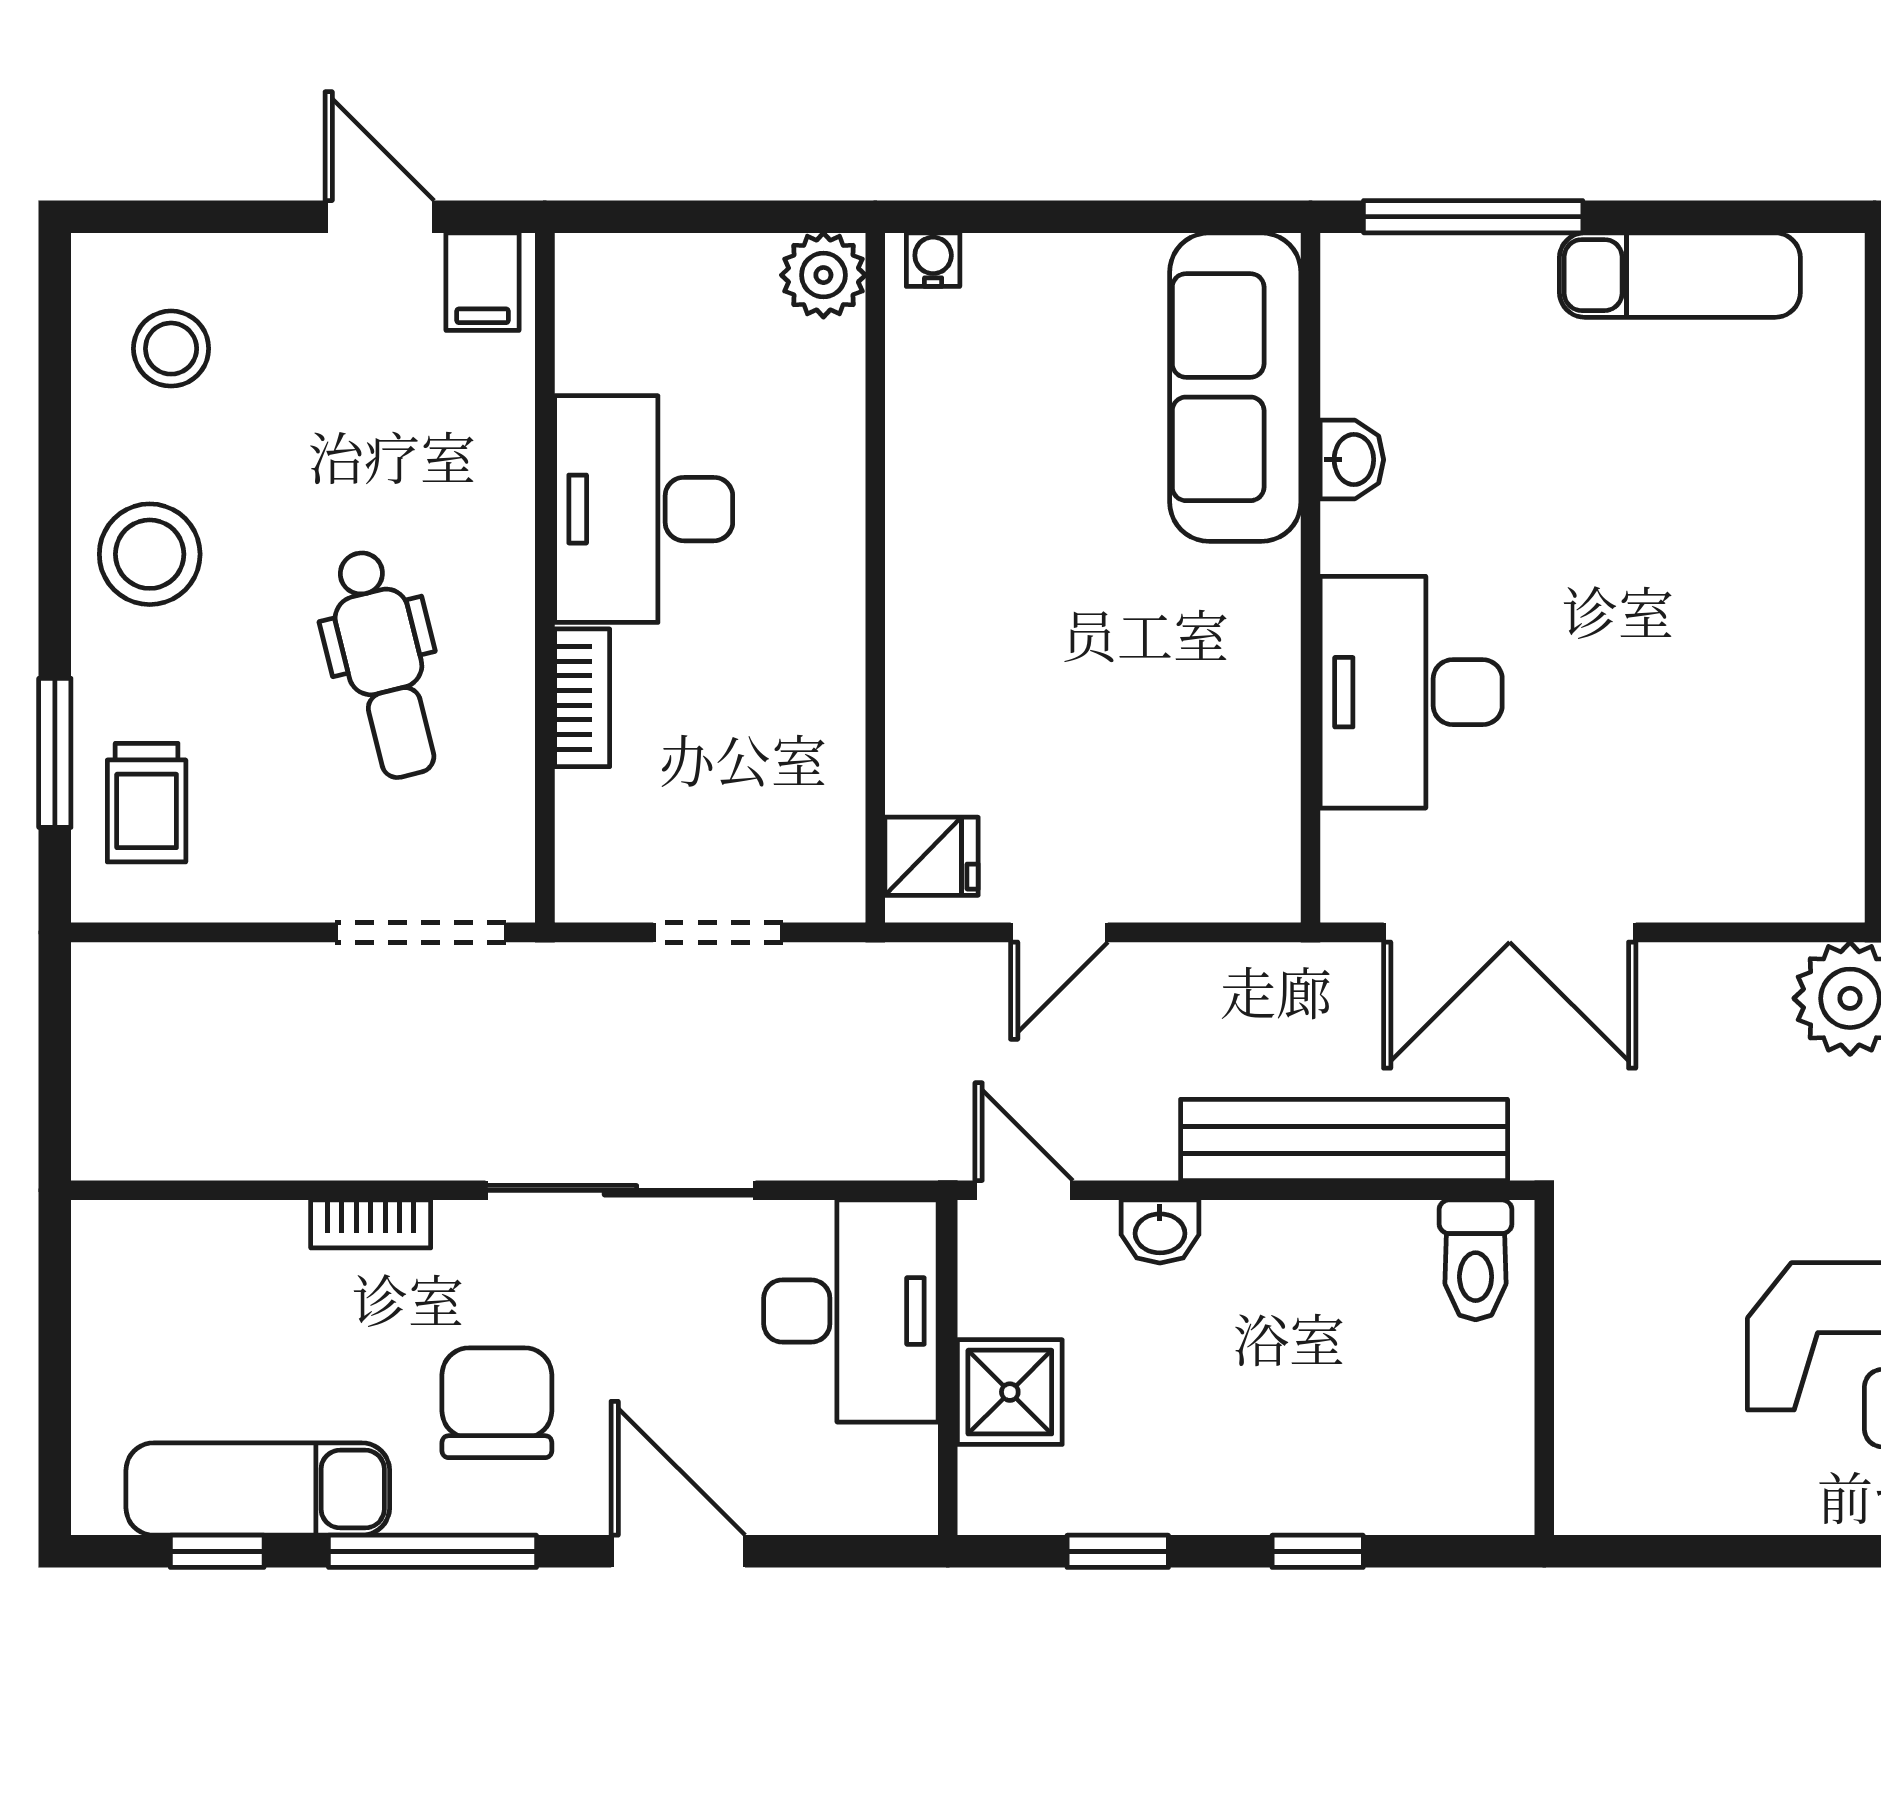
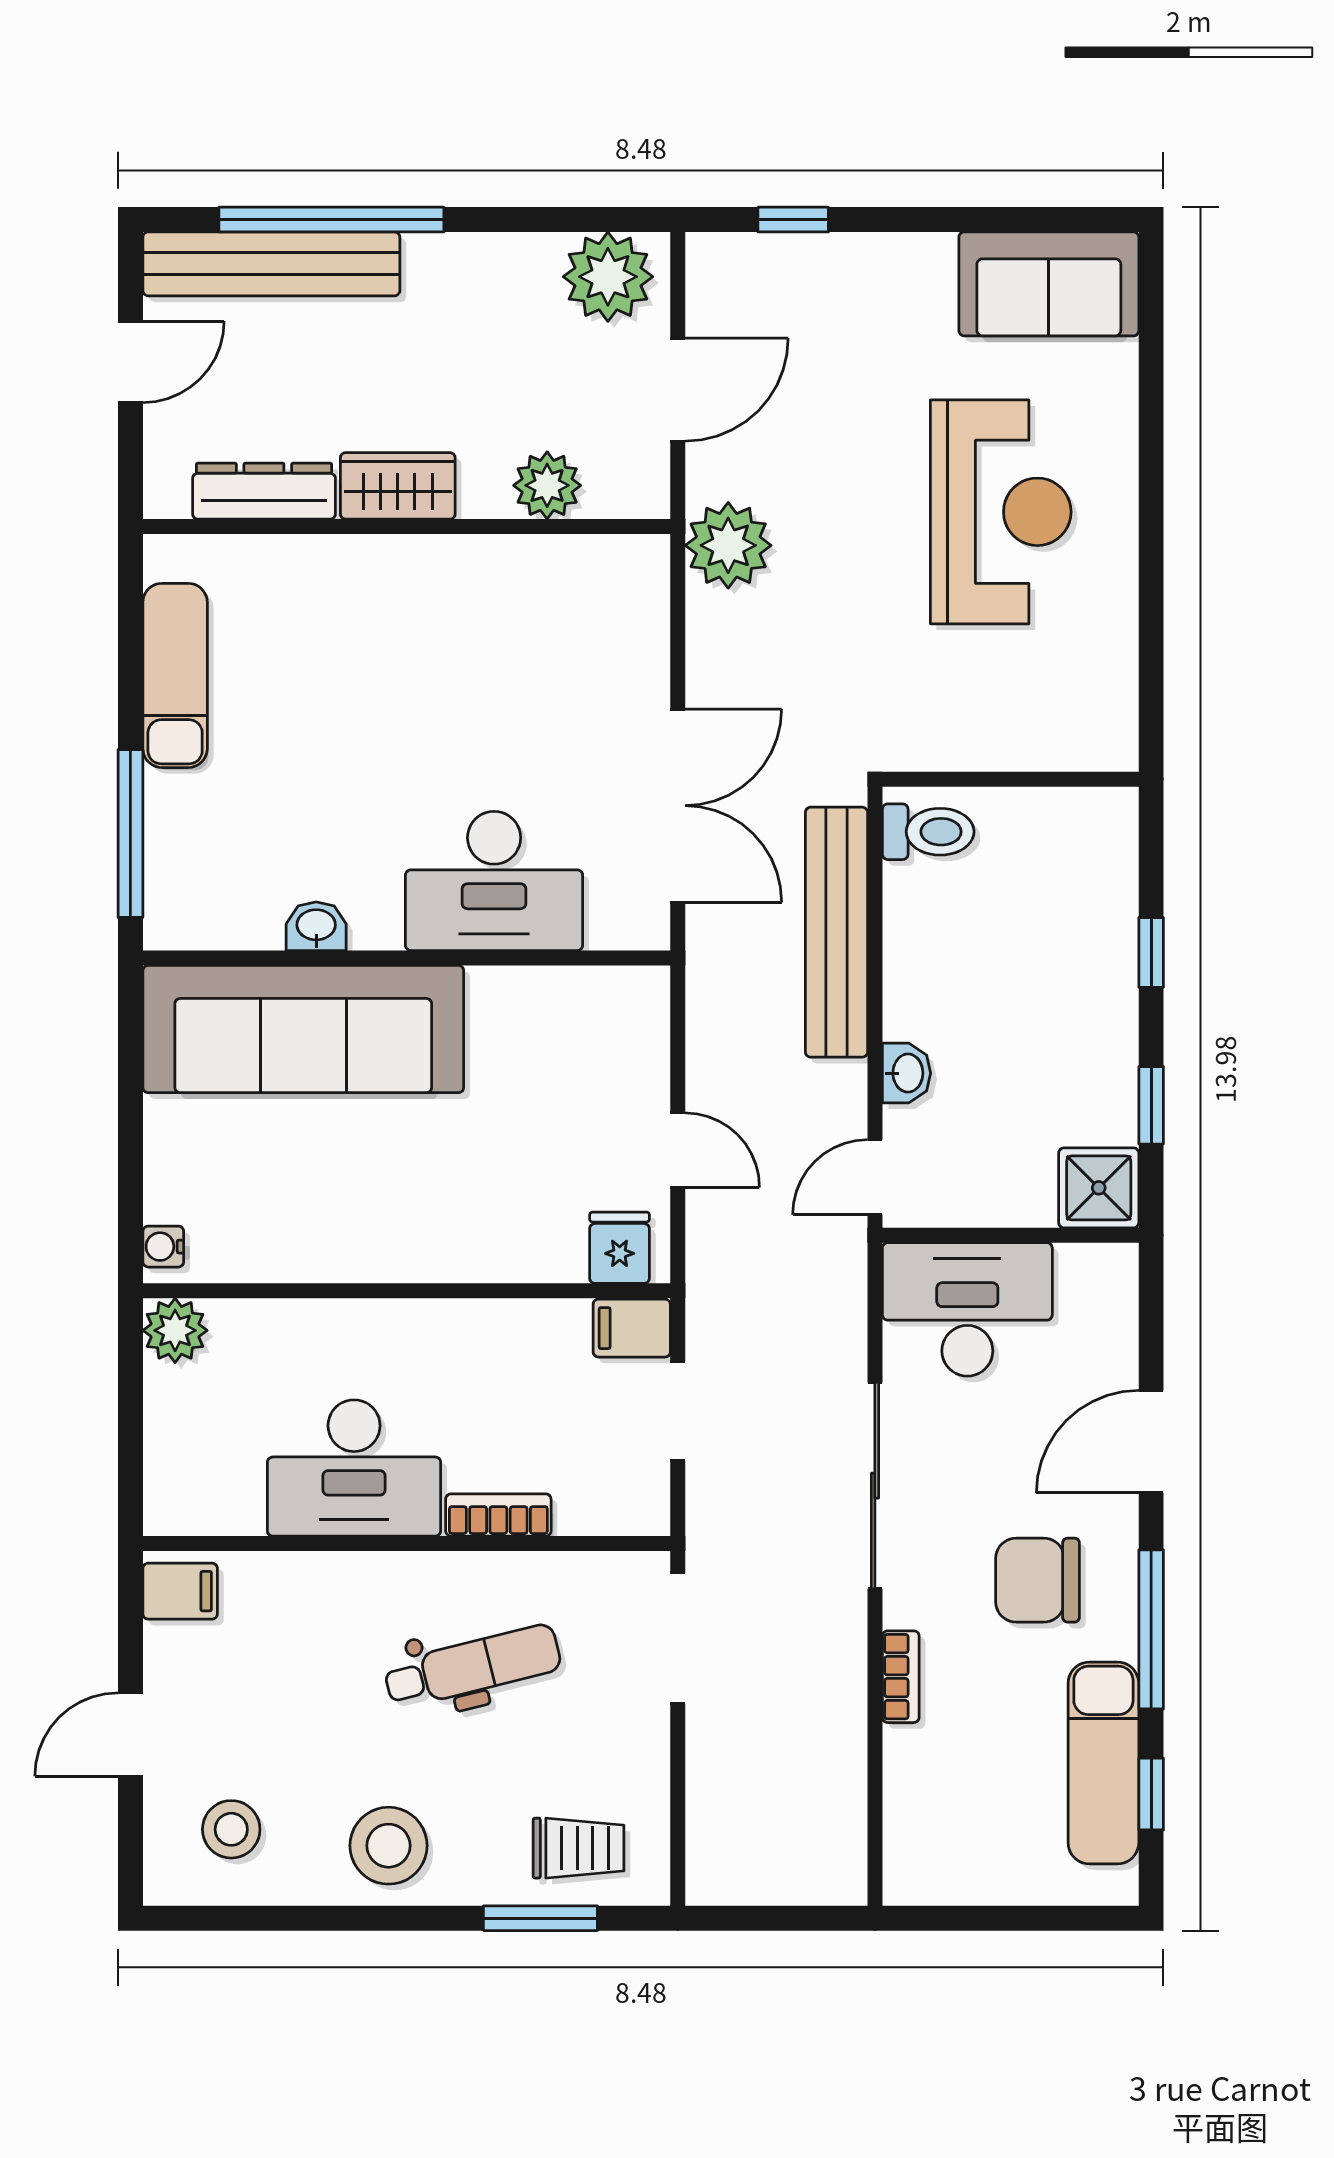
door: (380, 217) -> (130, 1734), moved
sofa: (1235, 387) -> (303, 1029), width x1.36, depth x1.27
filing cabinet: (826, 872) -> (632, 1328), added
shower: (1010, 1392) -> (1099, 1188), moved

